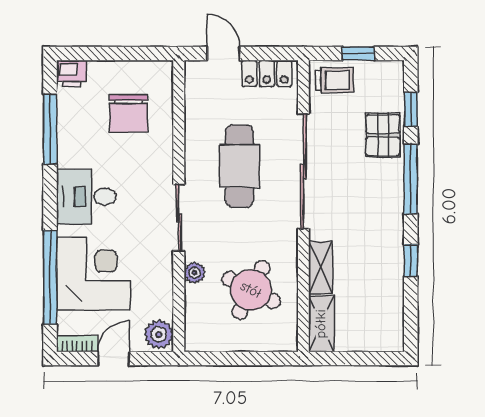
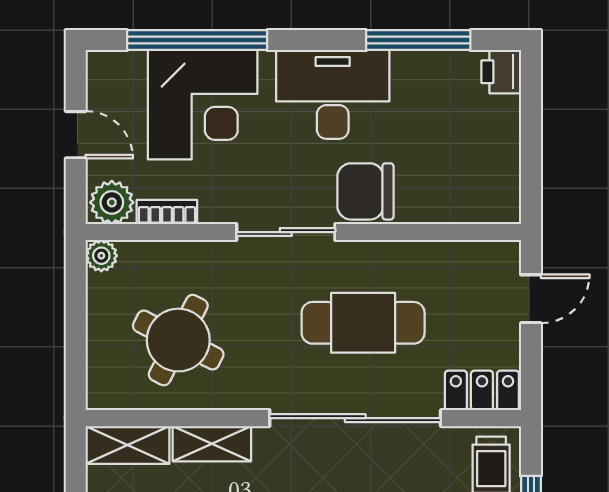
locker: (267, 73) -> (482, 390), moved, turned 90
chair: (129, 113) -> (365, 191), moved
desk: (87, 197) -> (333, 94), width x1.37
plant: (195, 273) -> (101, 256), moved
bookcase: (77, 344) -> (167, 212), moved, turned -90

